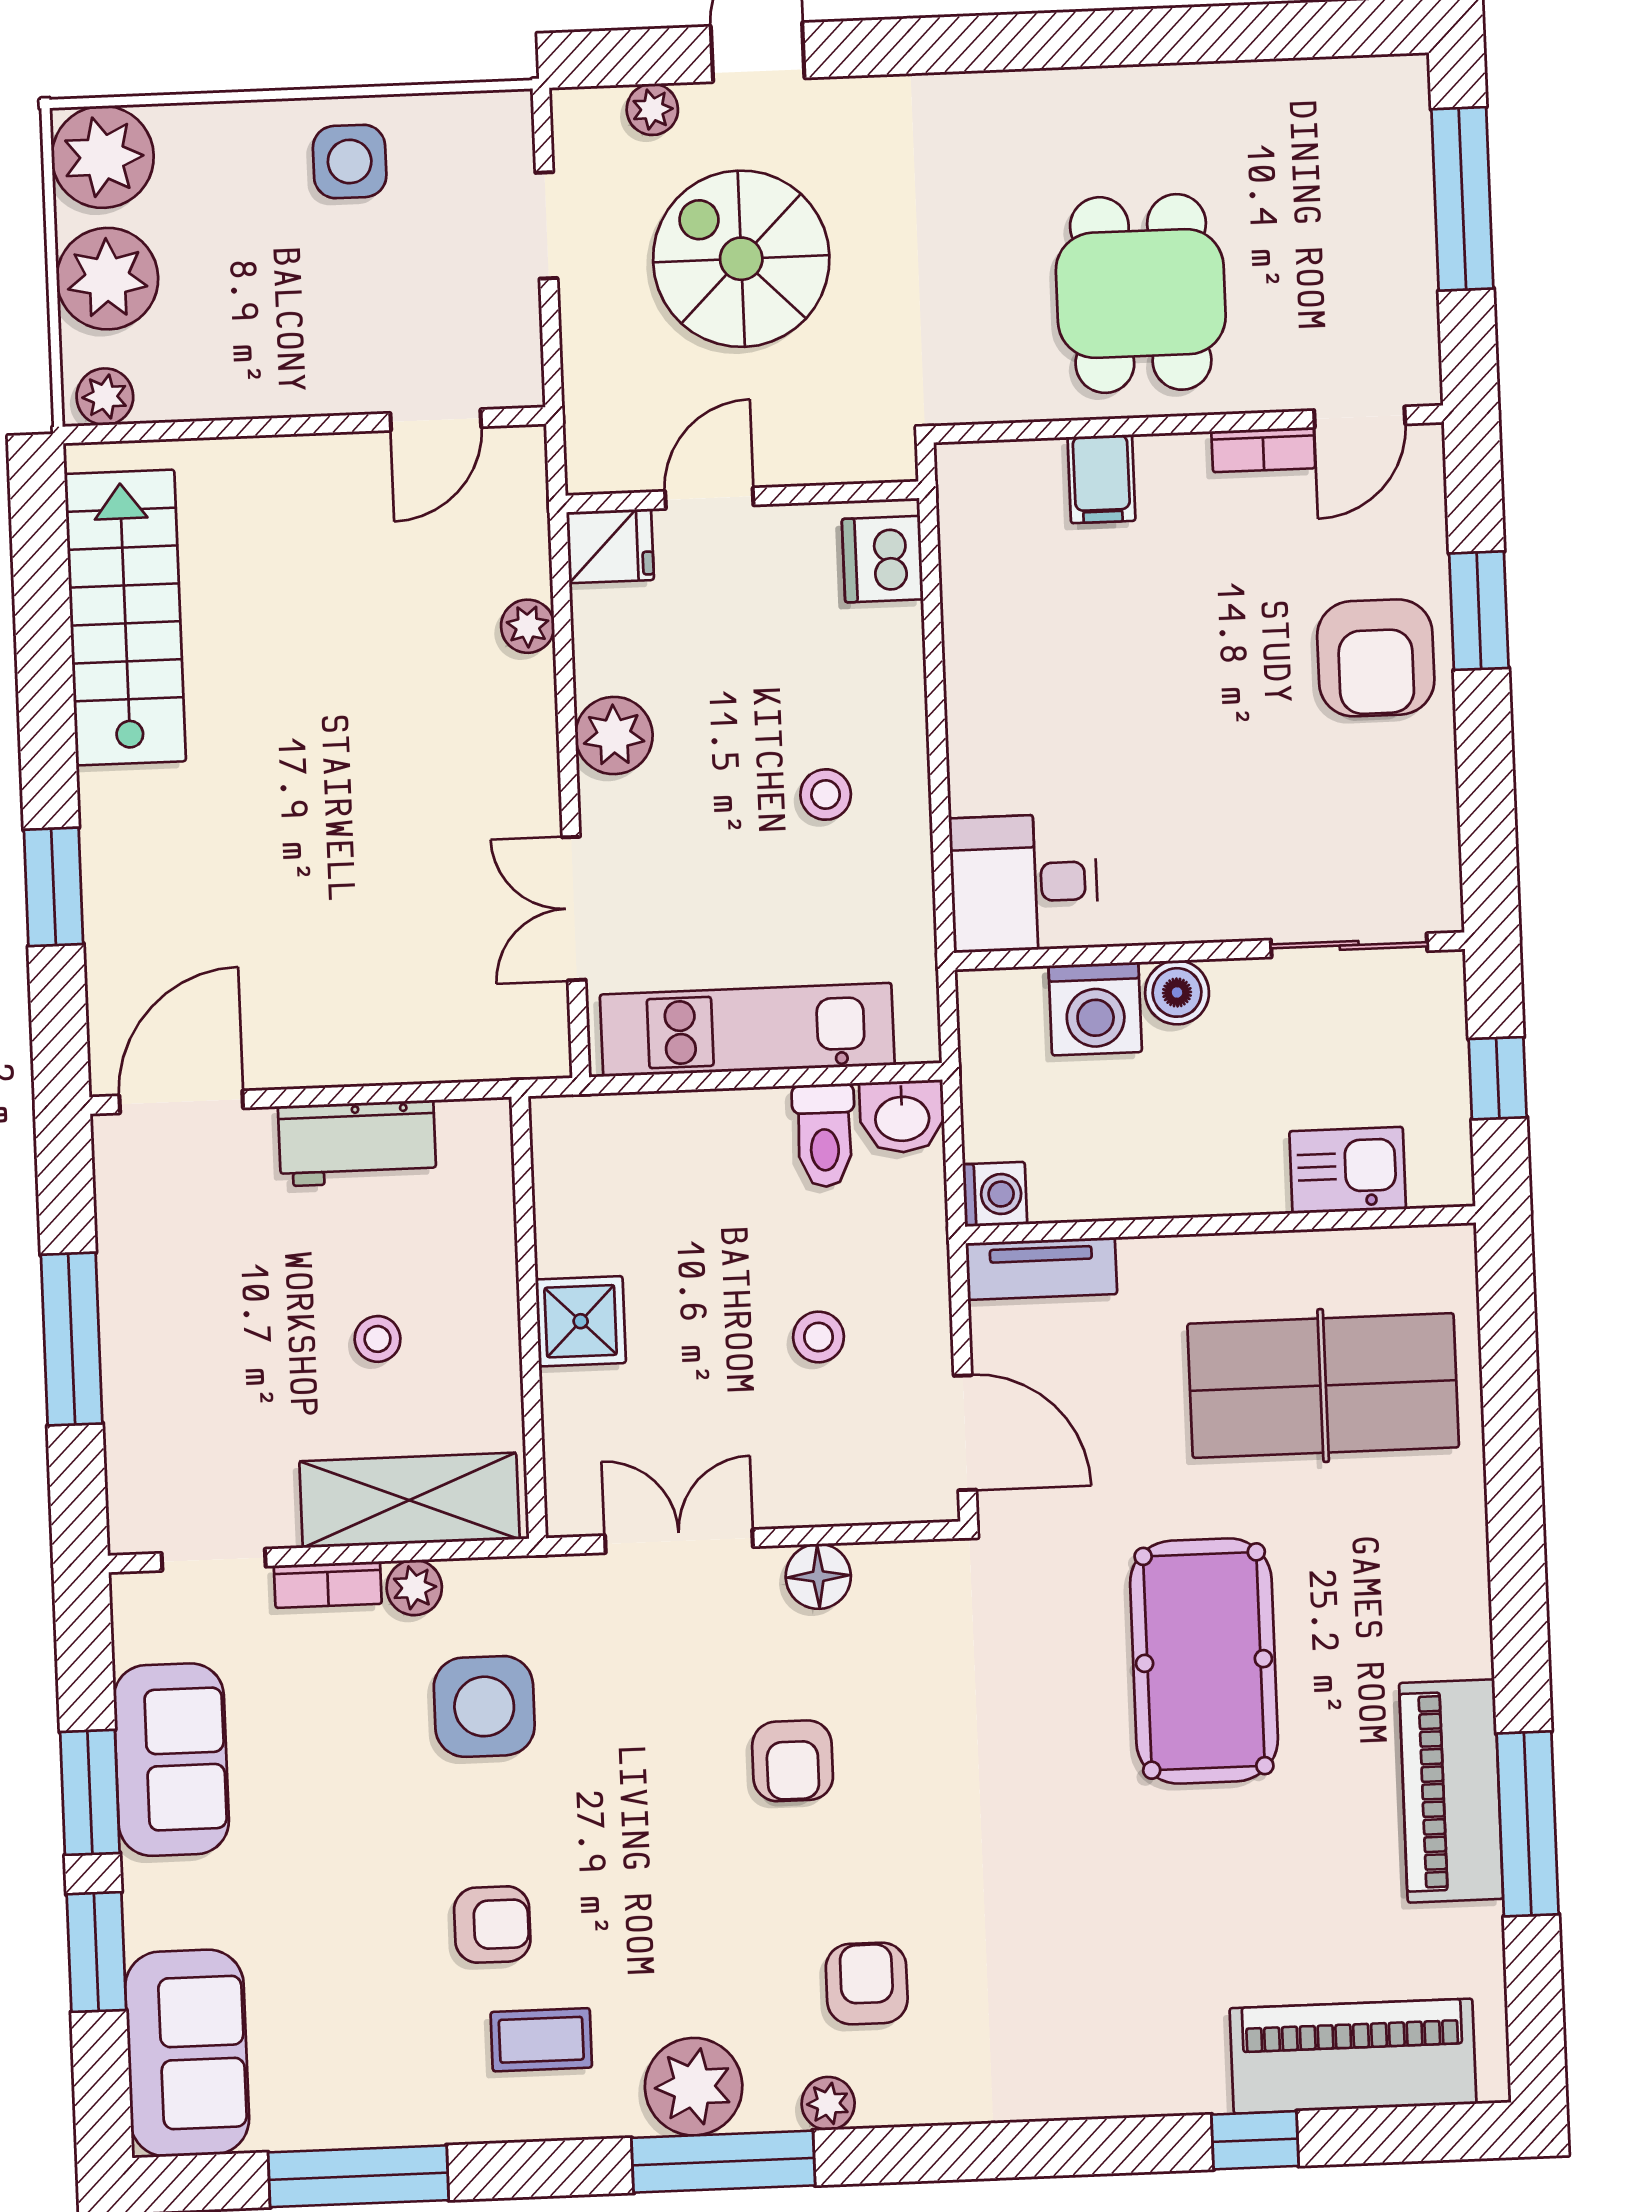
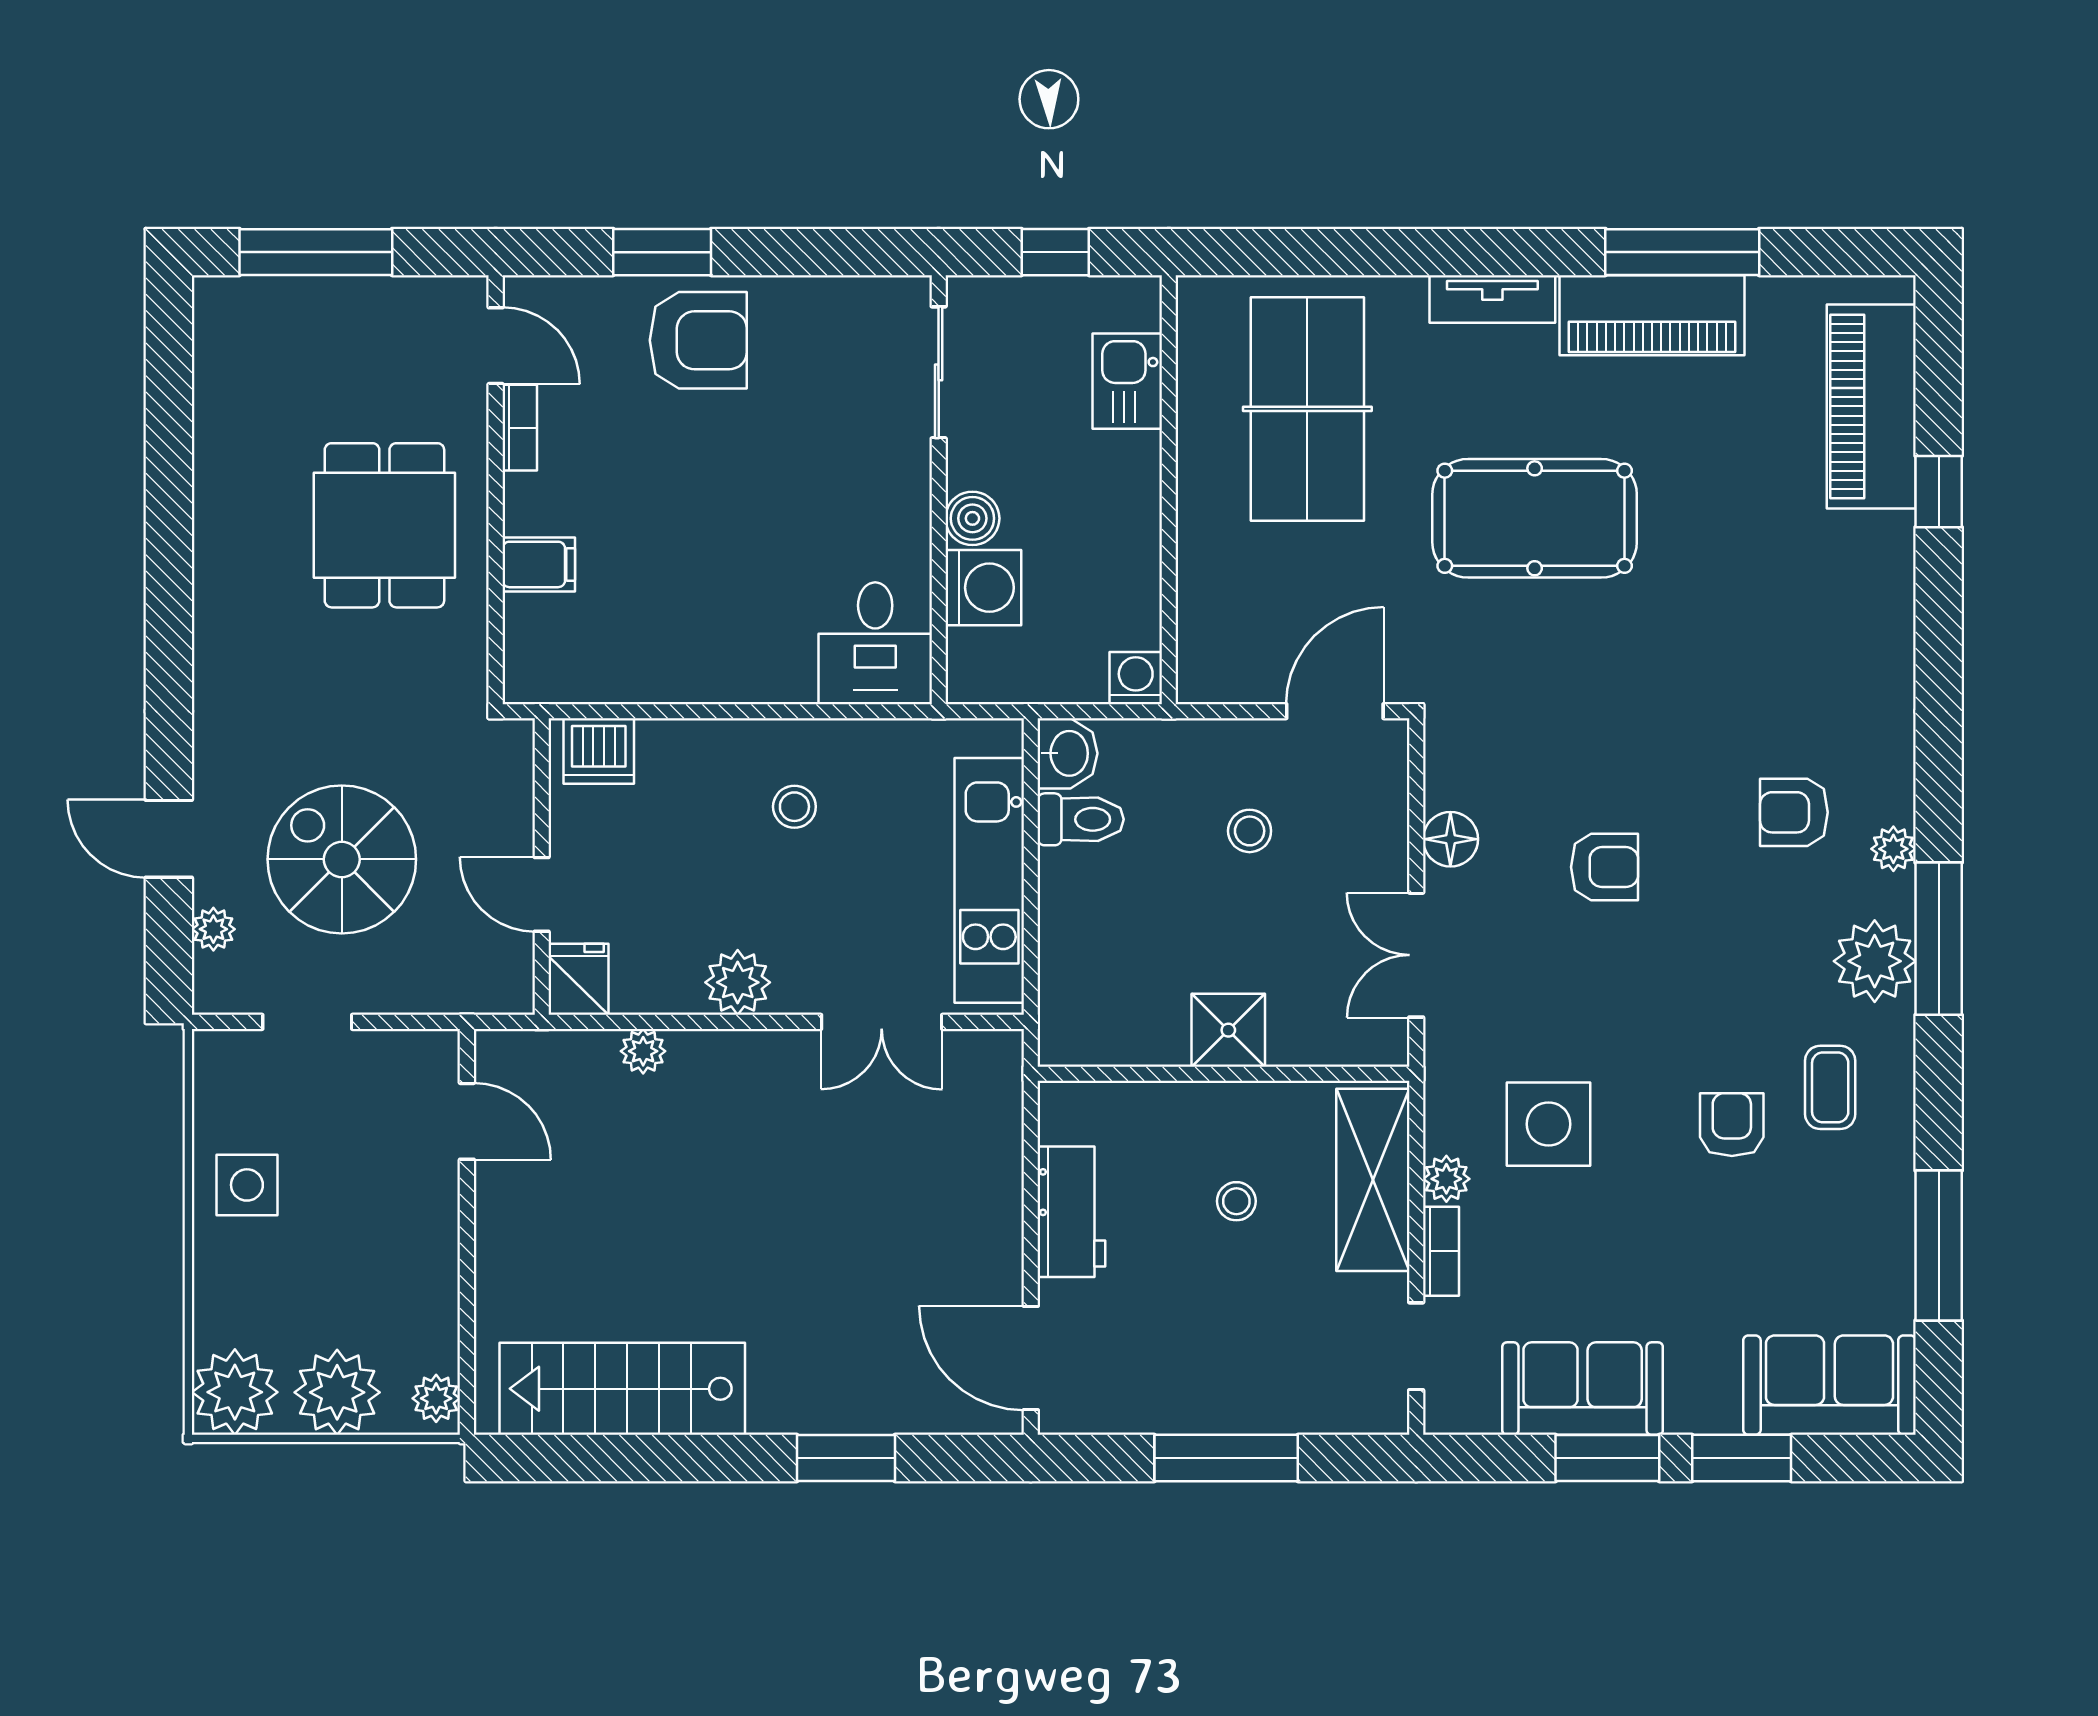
spiral stairs: (741, 259) -> (342, 859), turned 90
dining table: (1141, 293) -> (384, 525), turned 90
tv unit: (1041, 1269) -> (1492, 299), moved, turned 90

